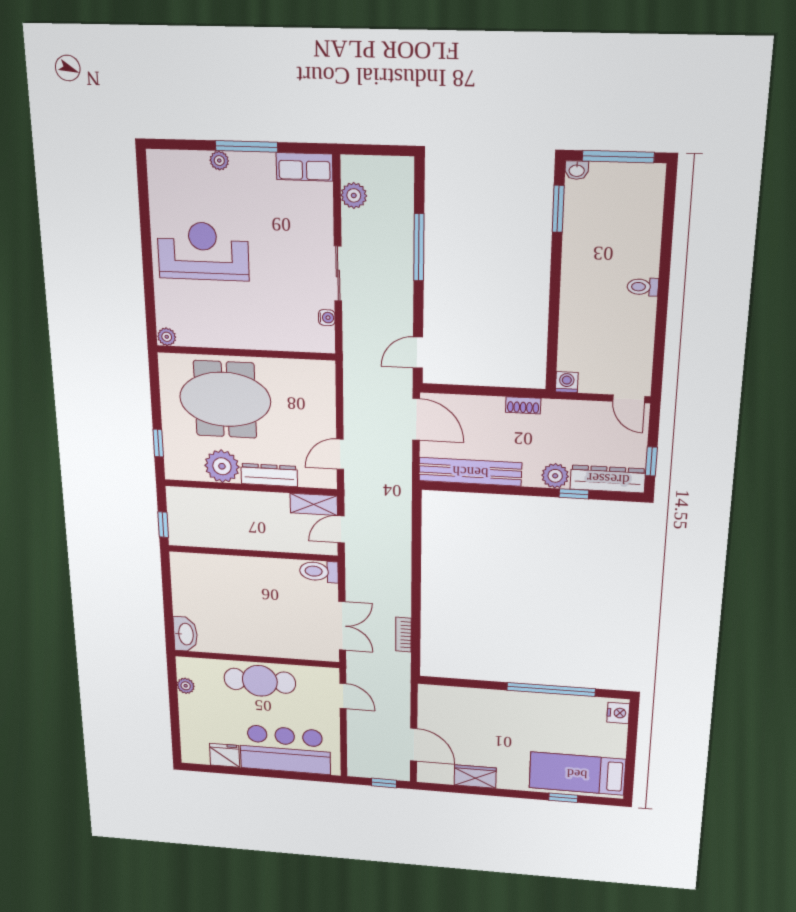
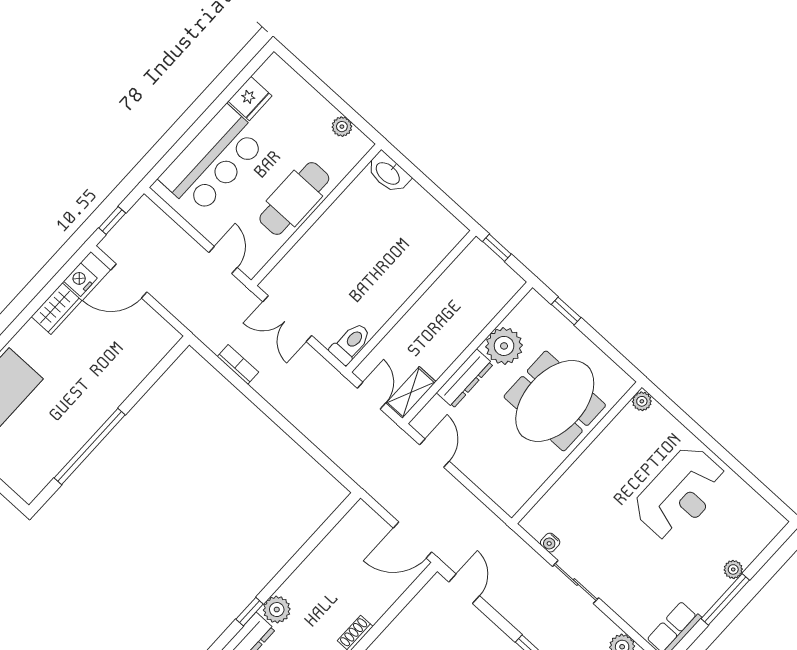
bench: (470, 472) -> (335, 545), removed
door: (343, 696) -> (223, 260), swing flipped
nightstand: (618, 713) -> (80, 280), moved, turned 90

